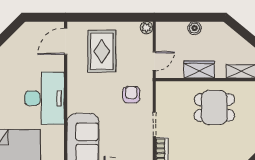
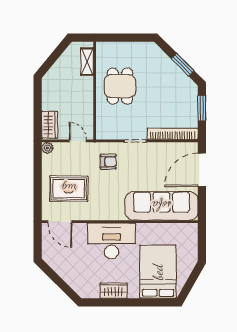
boiler: (194, 28) -> (48, 104), removed
wardrobe: (199, 70) -> (49, 125), moved, turned 180
armchair: (131, 95) -> (108, 162), turned 180

